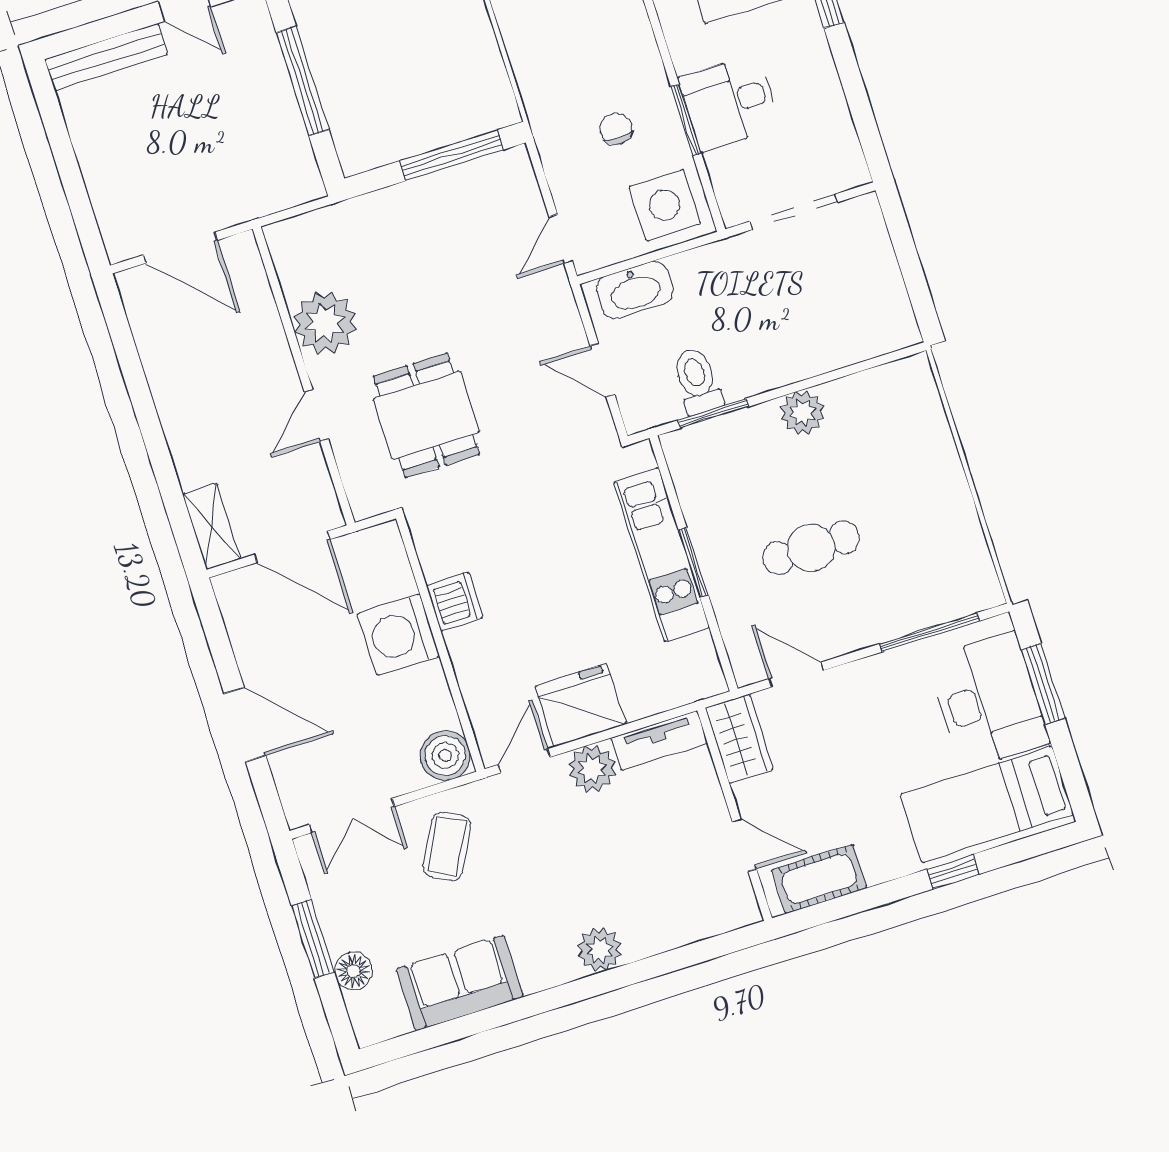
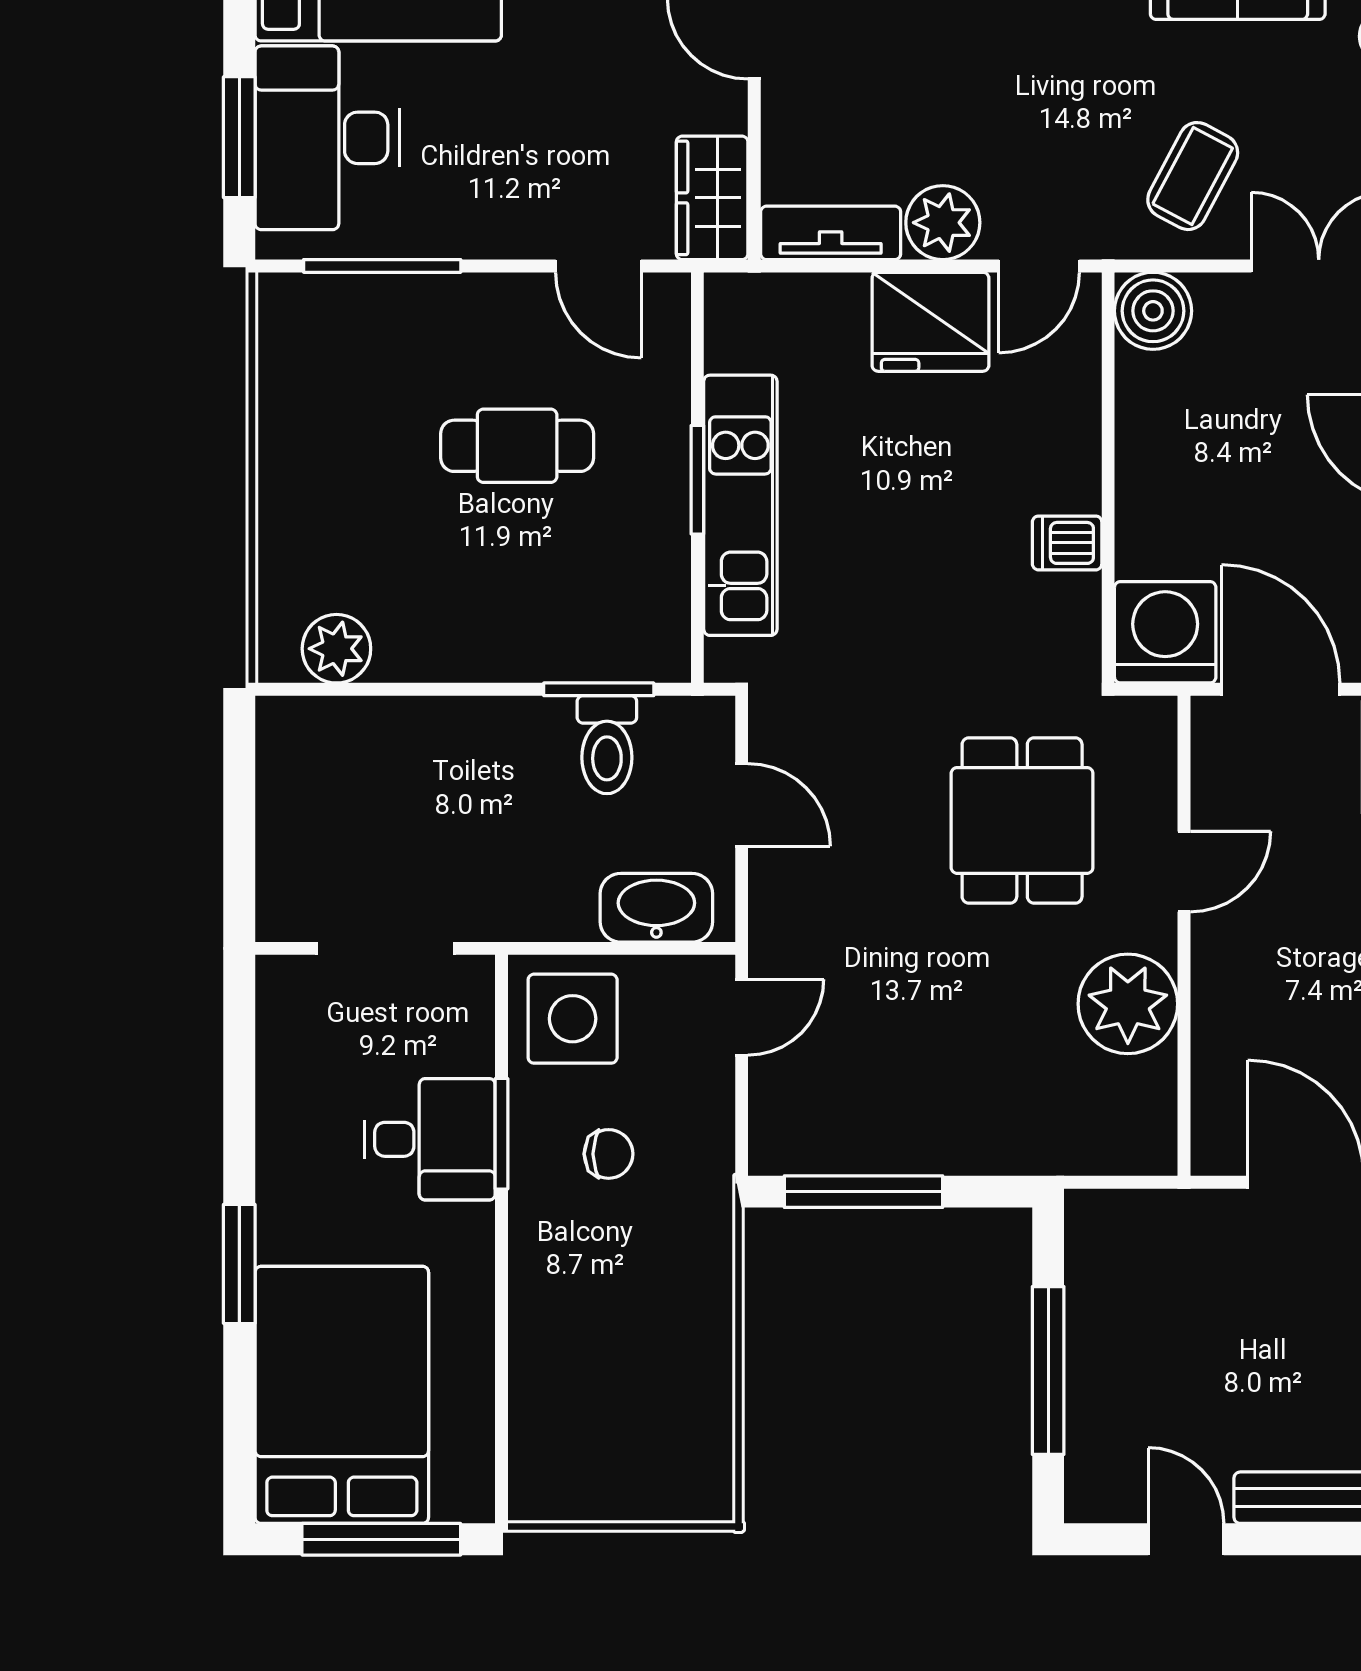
chair: (616, 129) -> (609, 1154), turned -90
plant: (802, 413) -> (336, 649), moved
dishwasher: (455, 602) -> (1067, 543), width x0.73
washing machine: (399, 635) -> (1165, 632), moved, turned -90

